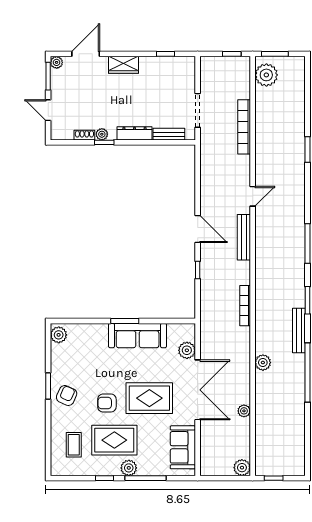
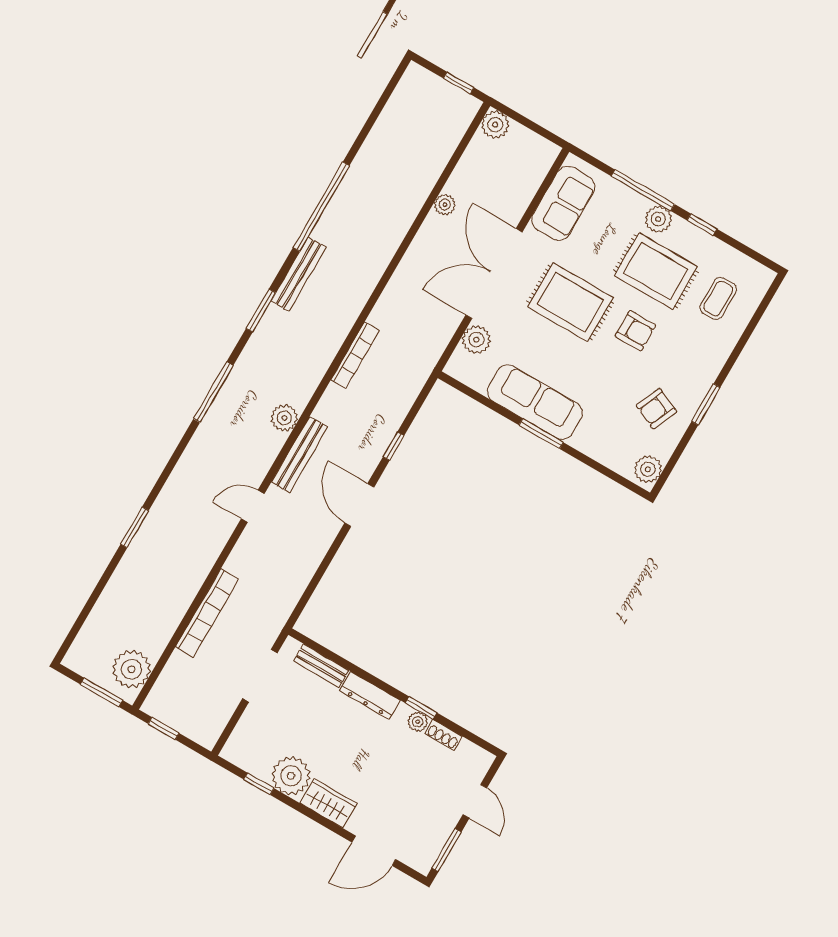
plant: (57, 62) -> (291, 776), moved, width x1.87, depth x1.87
plant: (263, 363) -> (284, 418), moved
armchair: (67, 395) -> (656, 408), moved

